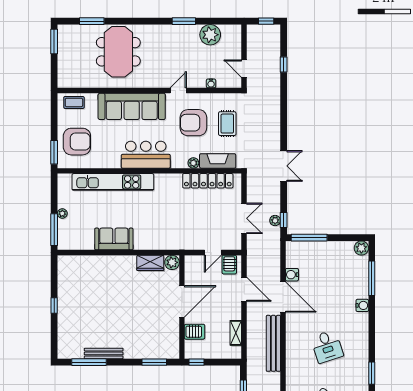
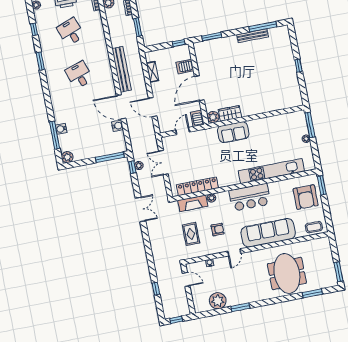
armchair: (193, 123) -> (218, 230), width x0.53, depth x0.53
armchair: (77, 142) -> (306, 197), turned -90
double door: (284, 166) -> (140, 209), swing flipped
sofa: (114, 239) -> (233, 132), moved
server rack: (229, 265) -> (197, 118), moved
water cooler: (362, 305) -> (61, 129), moved

